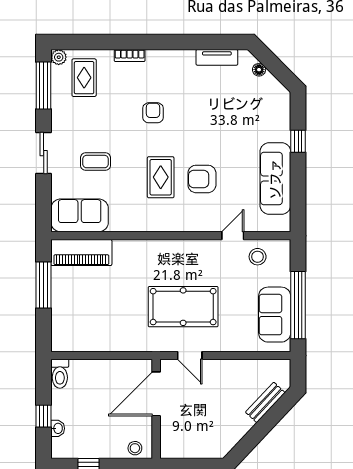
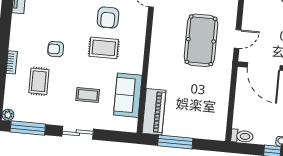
rug: (84, 78) -> (39, 81), moved, turned 90
coffee table: (96, 162) -> (88, 95), turned 90
sofa: (80, 215) -> (128, 95), moved

